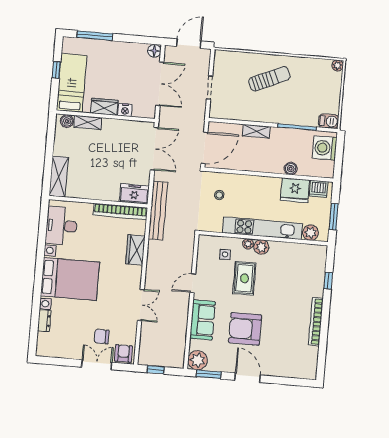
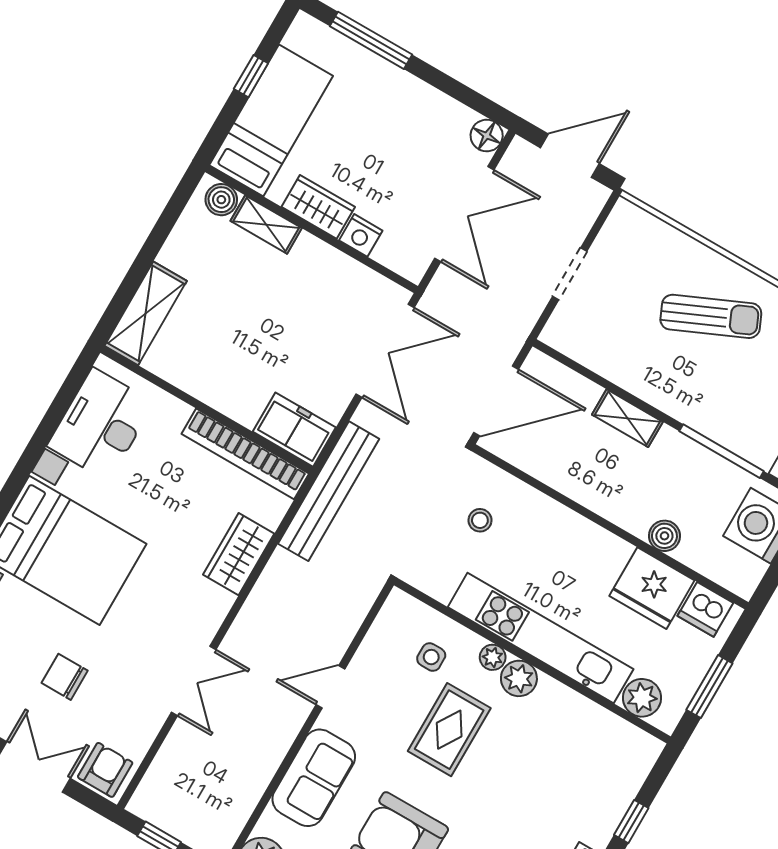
chair: (102, 337) -> (65, 677), moved

